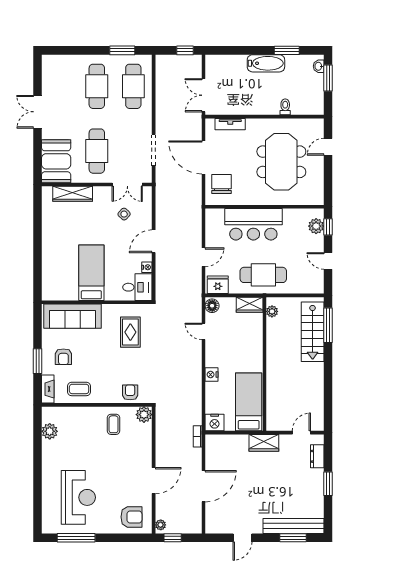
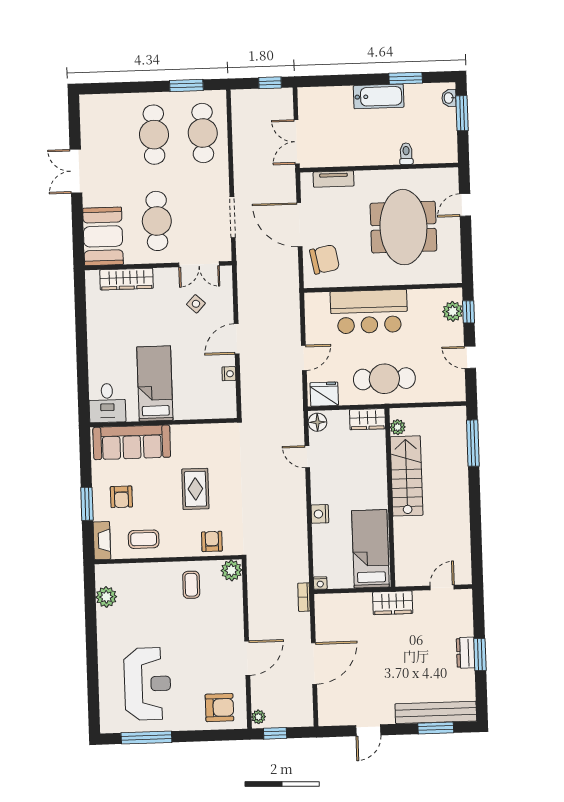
chair: (221, 184) -> (325, 259), turned 79
desk: (137, 287) -> (107, 403), moved, turned 90
rug: (130, 332) -> (195, 489), moved
stairs: (313, 332) -> (406, 476), moved, turned 180
nightstand: (215, 423) -> (320, 583), width x0.53, depth x0.56
dresser: (317, 456) -> (466, 653), moved

